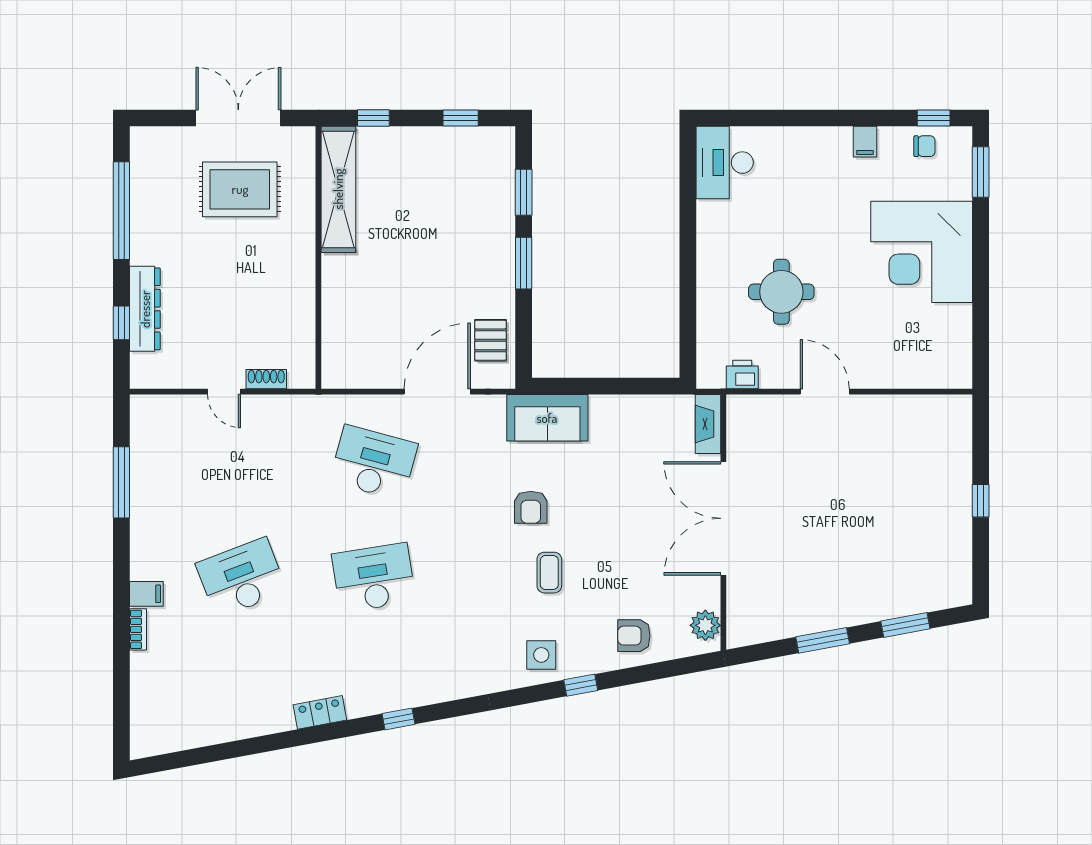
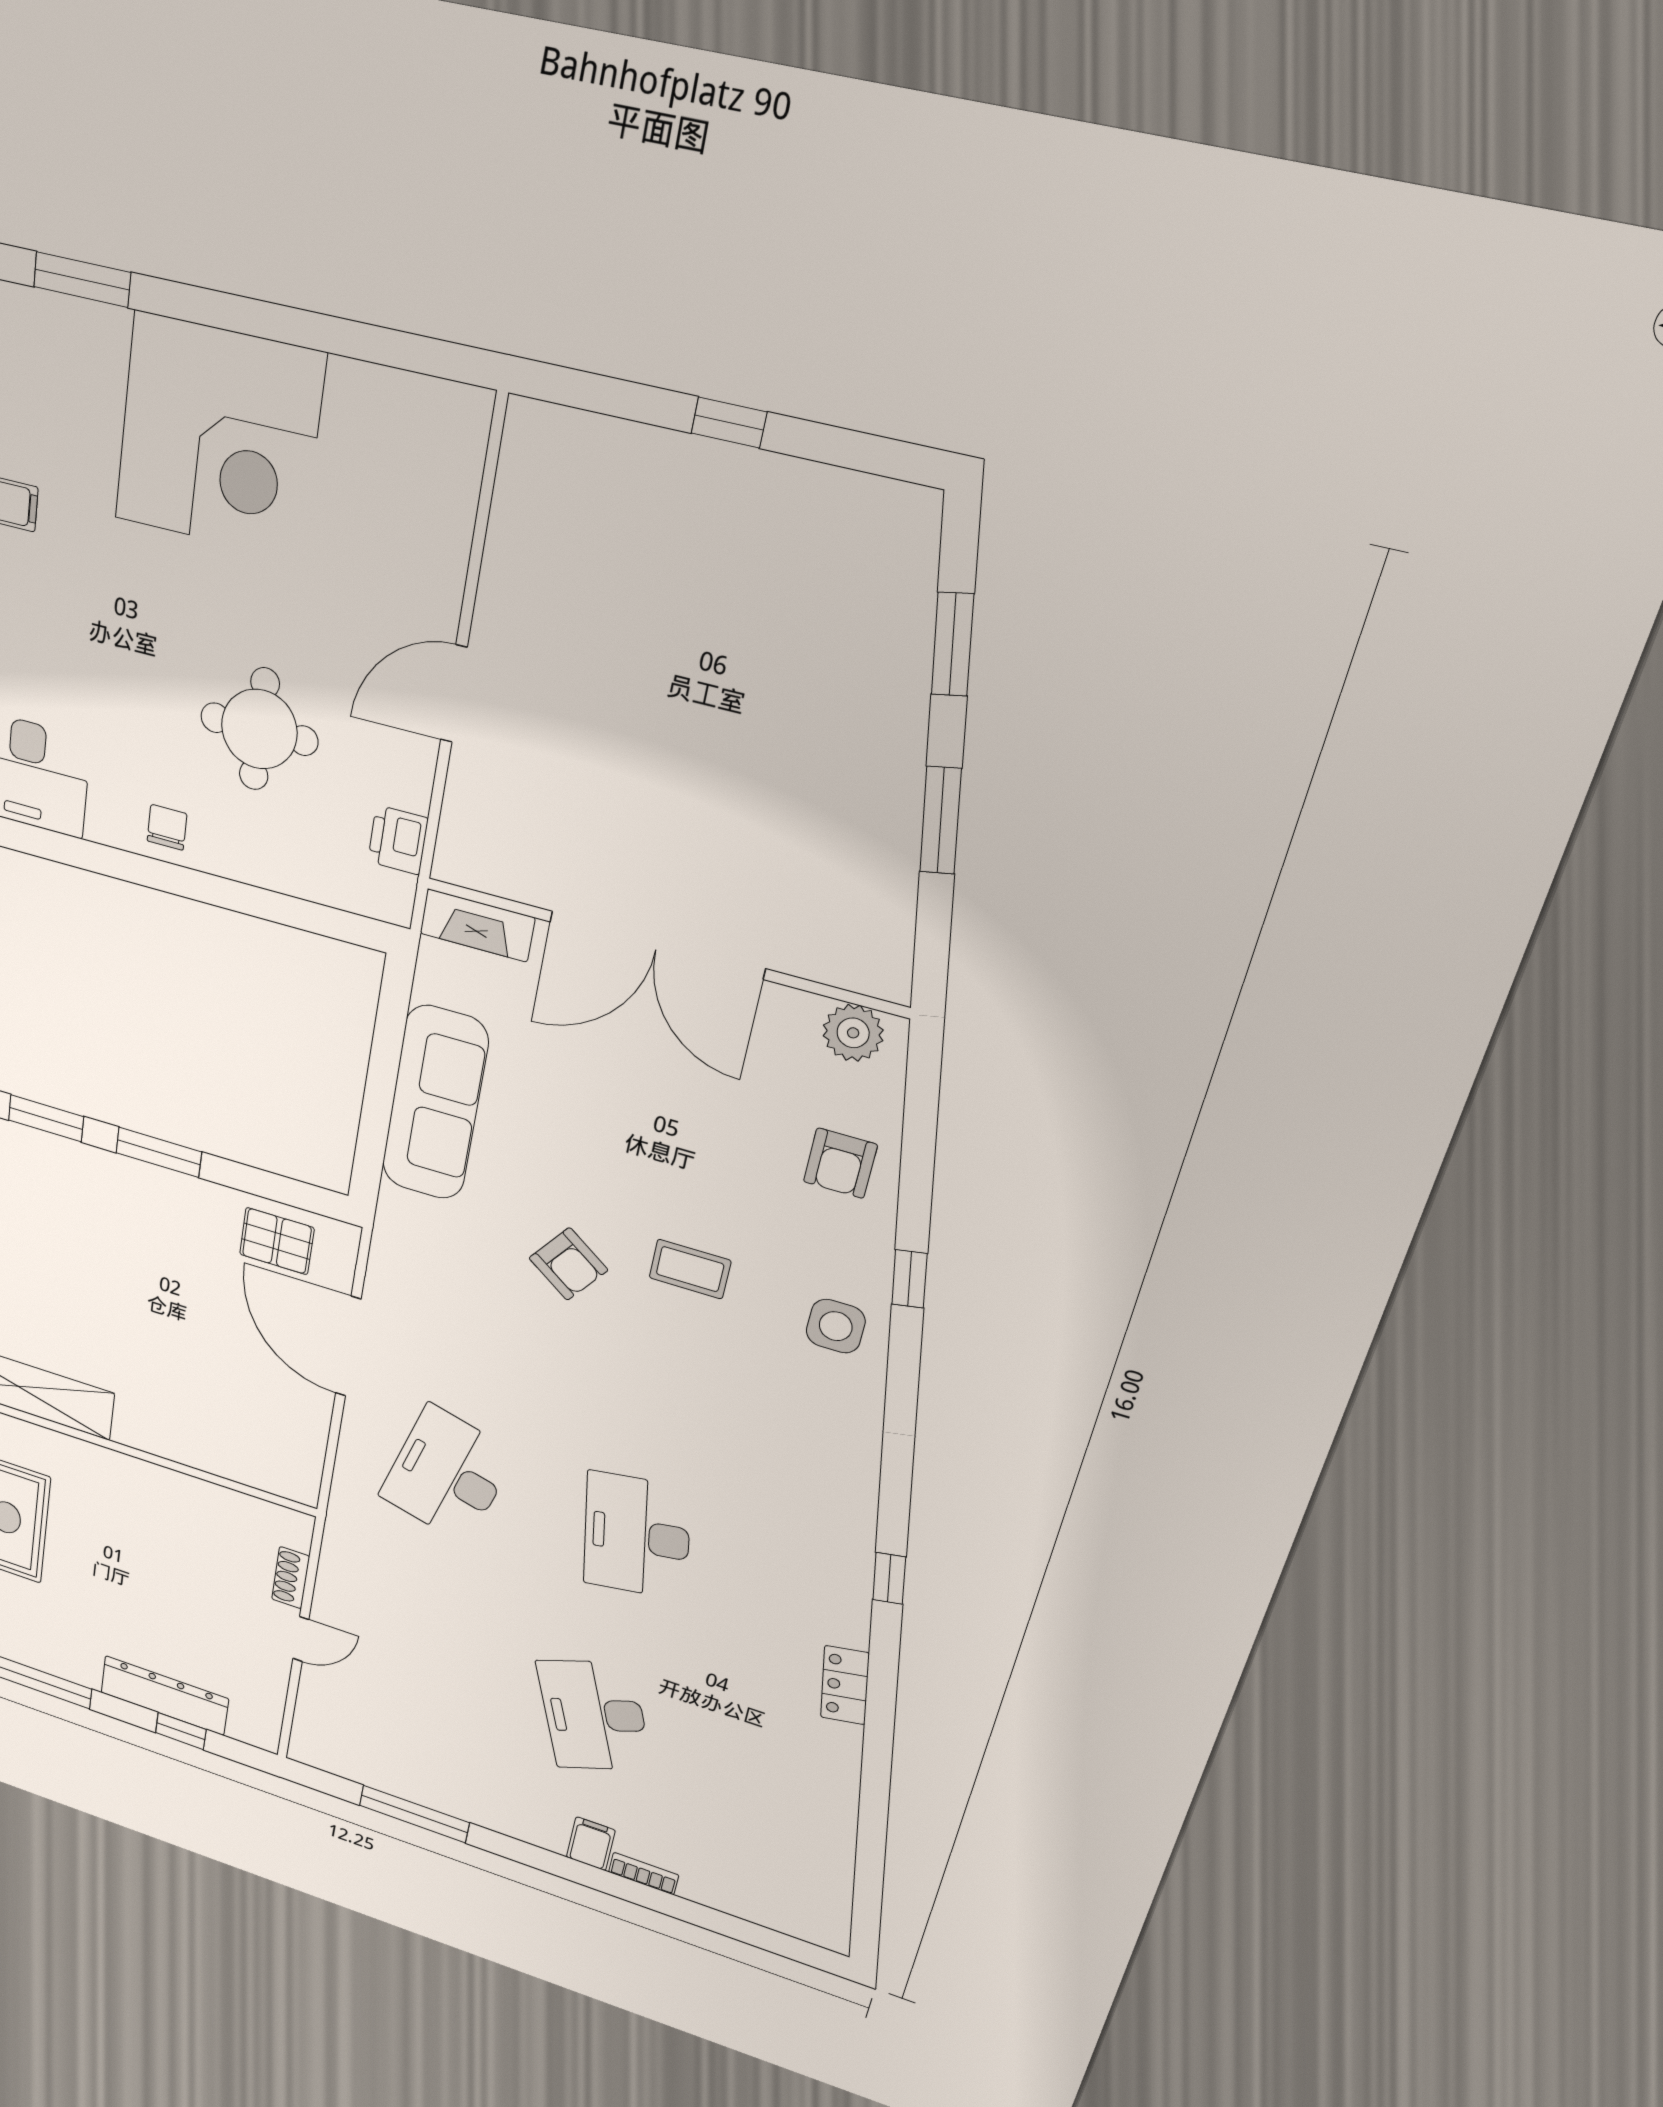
chair: (924, 146) -> (167, 827), moved
sofa: (547, 418) -> (435, 1103), moved, width x1.36
armchair: (531, 507) -> (568, 1264), turned 36

